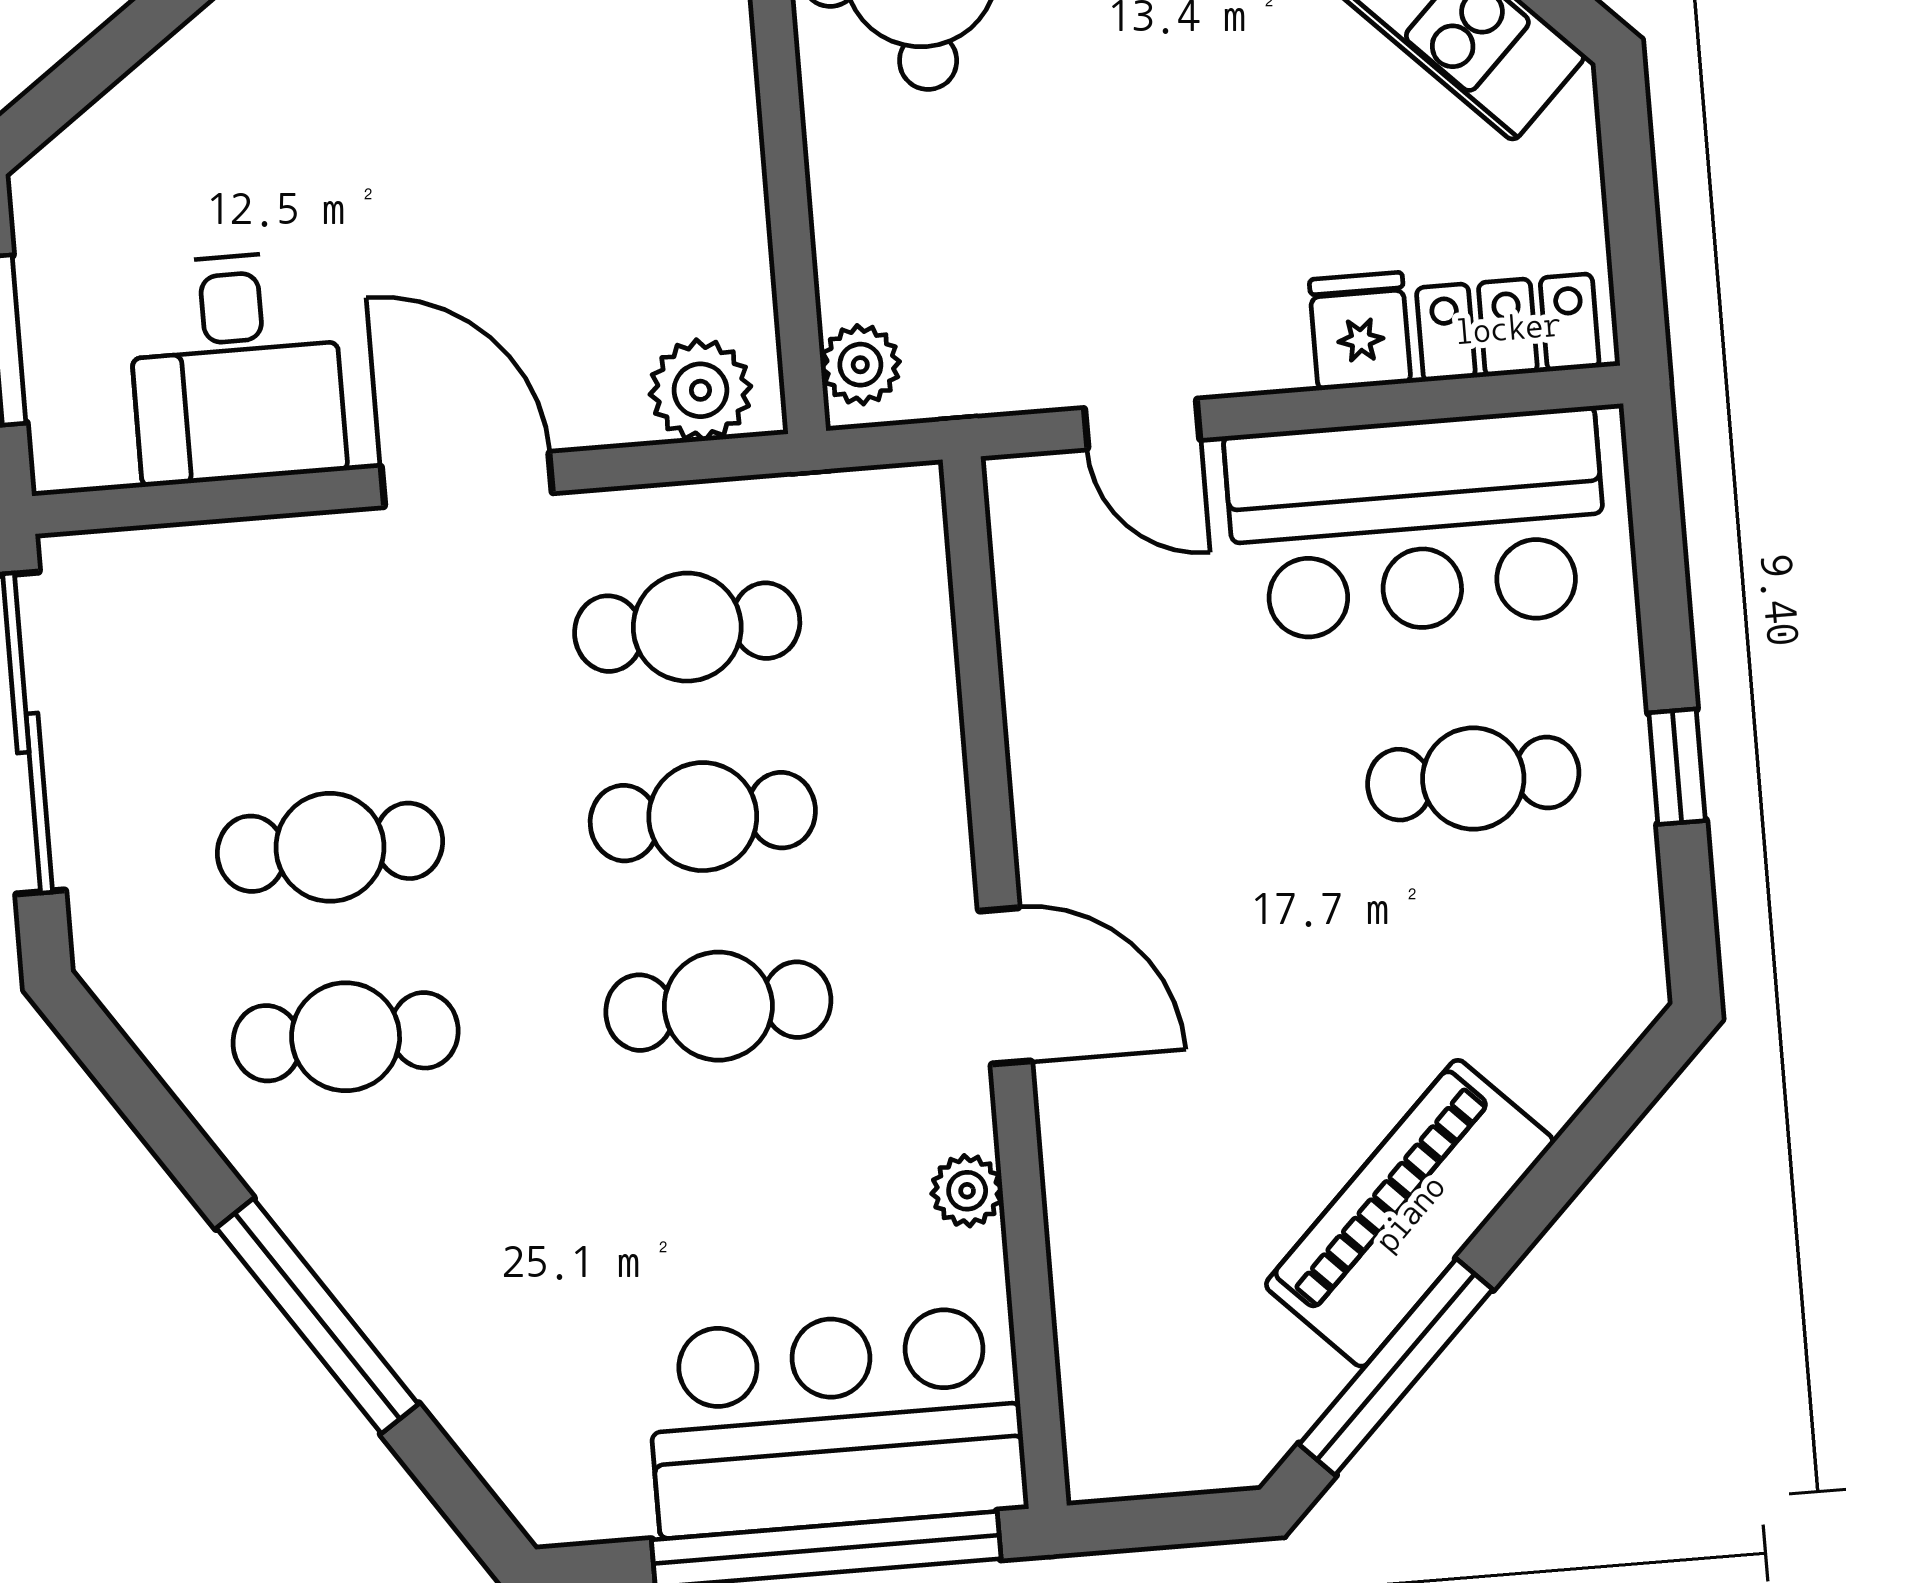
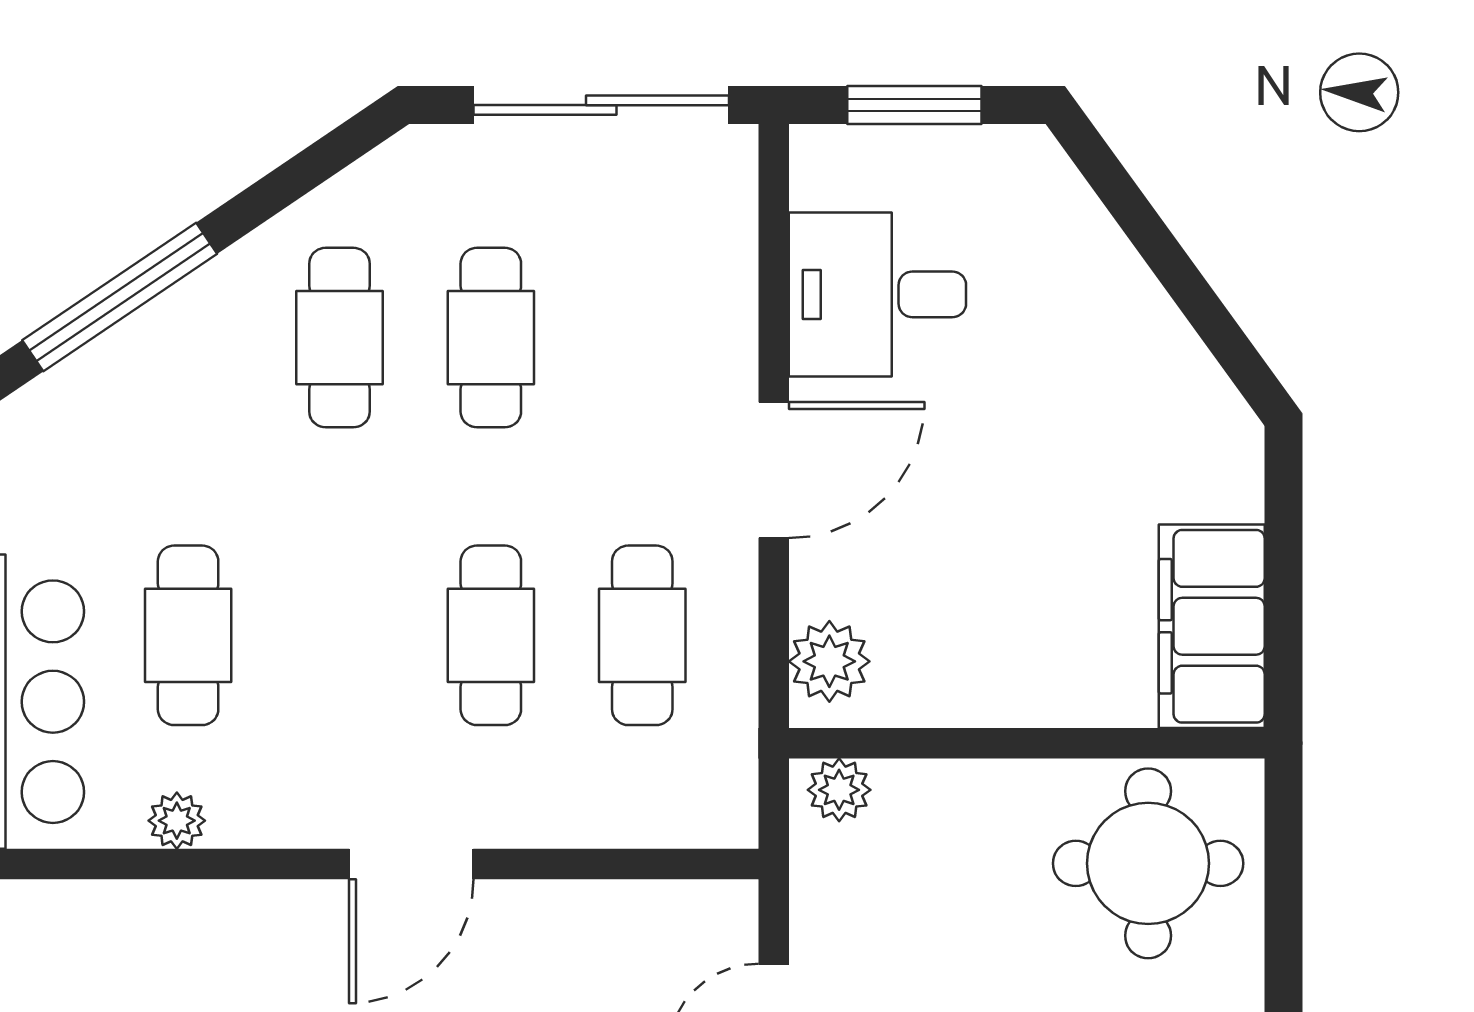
door: (1005, 986) -> (411, 864), moved
cafe table: (718, 1006) -> (188, 635), moved

